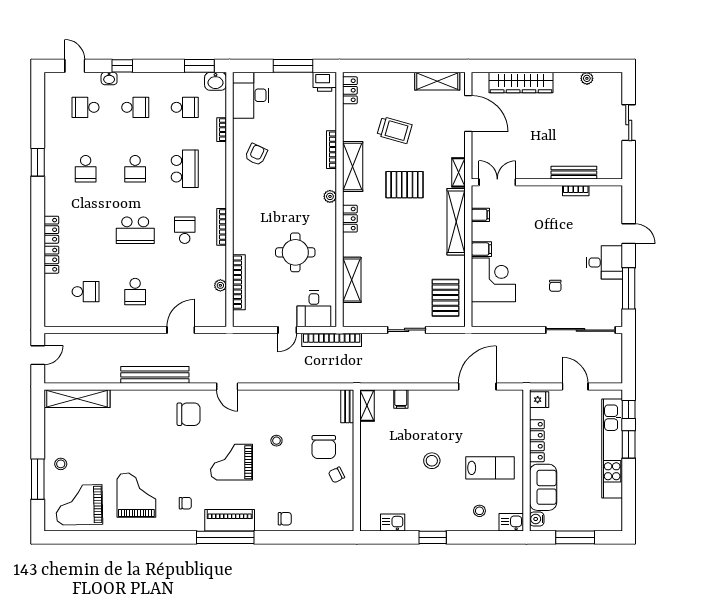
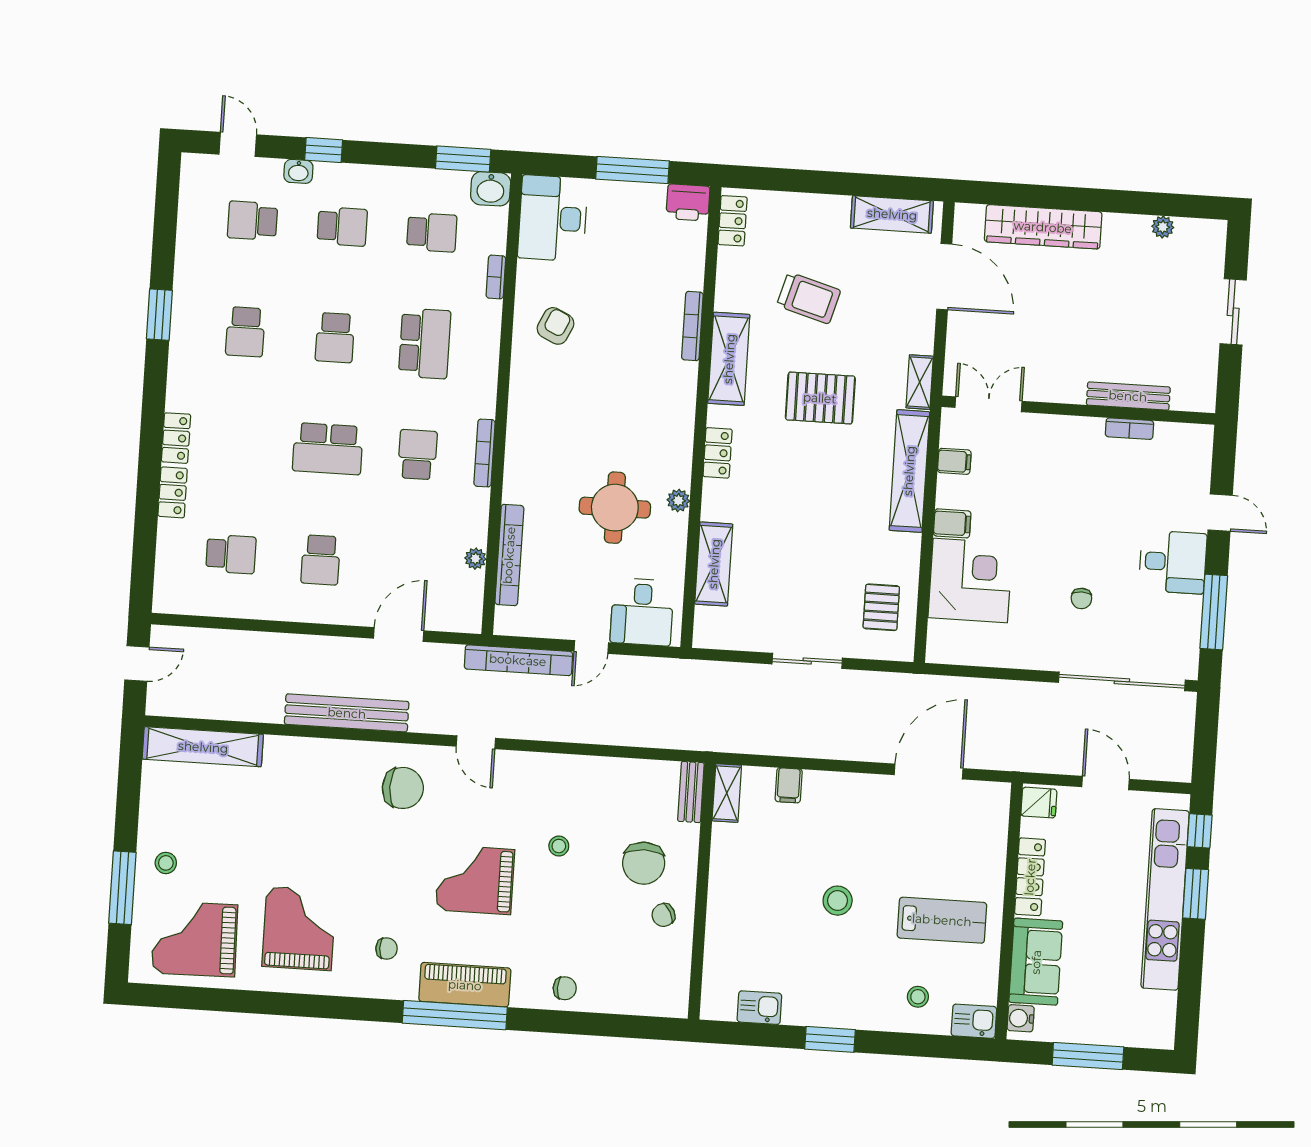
plant: (330, 196) -> (678, 500), moved
pallet: (445, 298) -> (881, 607), width x0.67, depth x0.71
bookcase: (332, 340) -> (518, 660), moved

